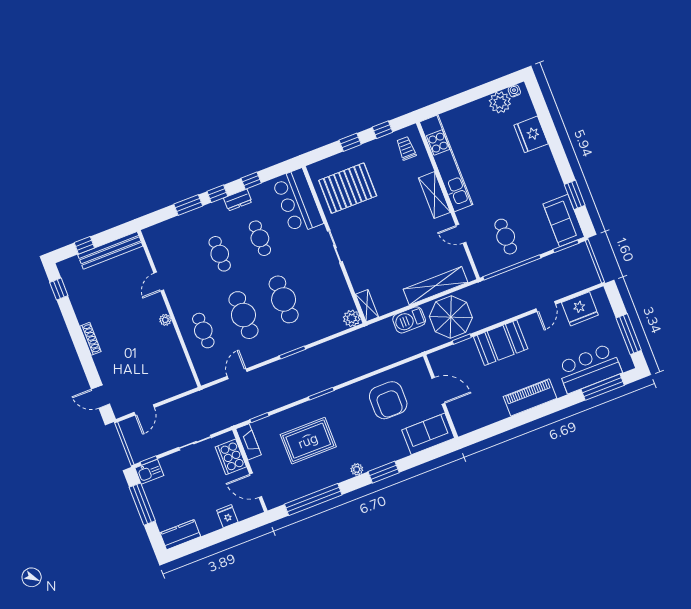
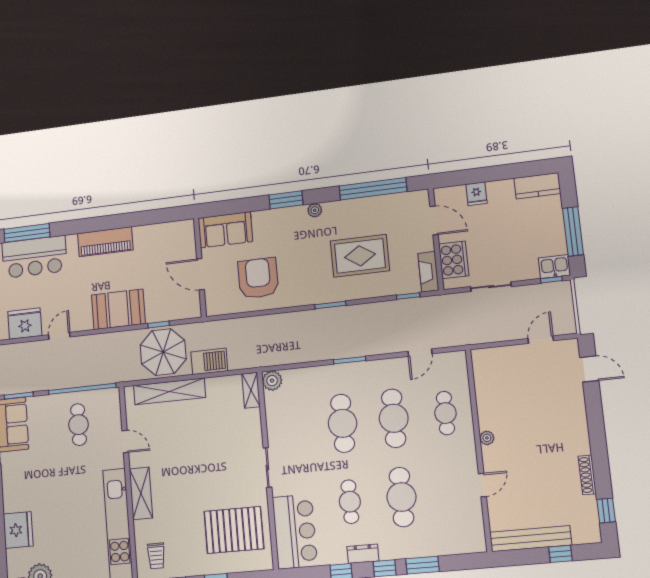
cafe table: (220, 254) -> (401, 497), width x1.37, depth x1.35
shoe rack: (90, 339) -> (587, 475), moved

